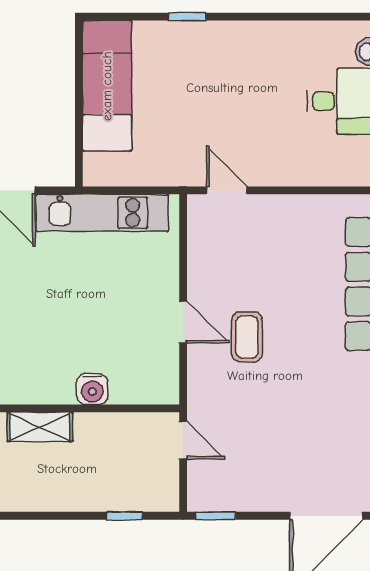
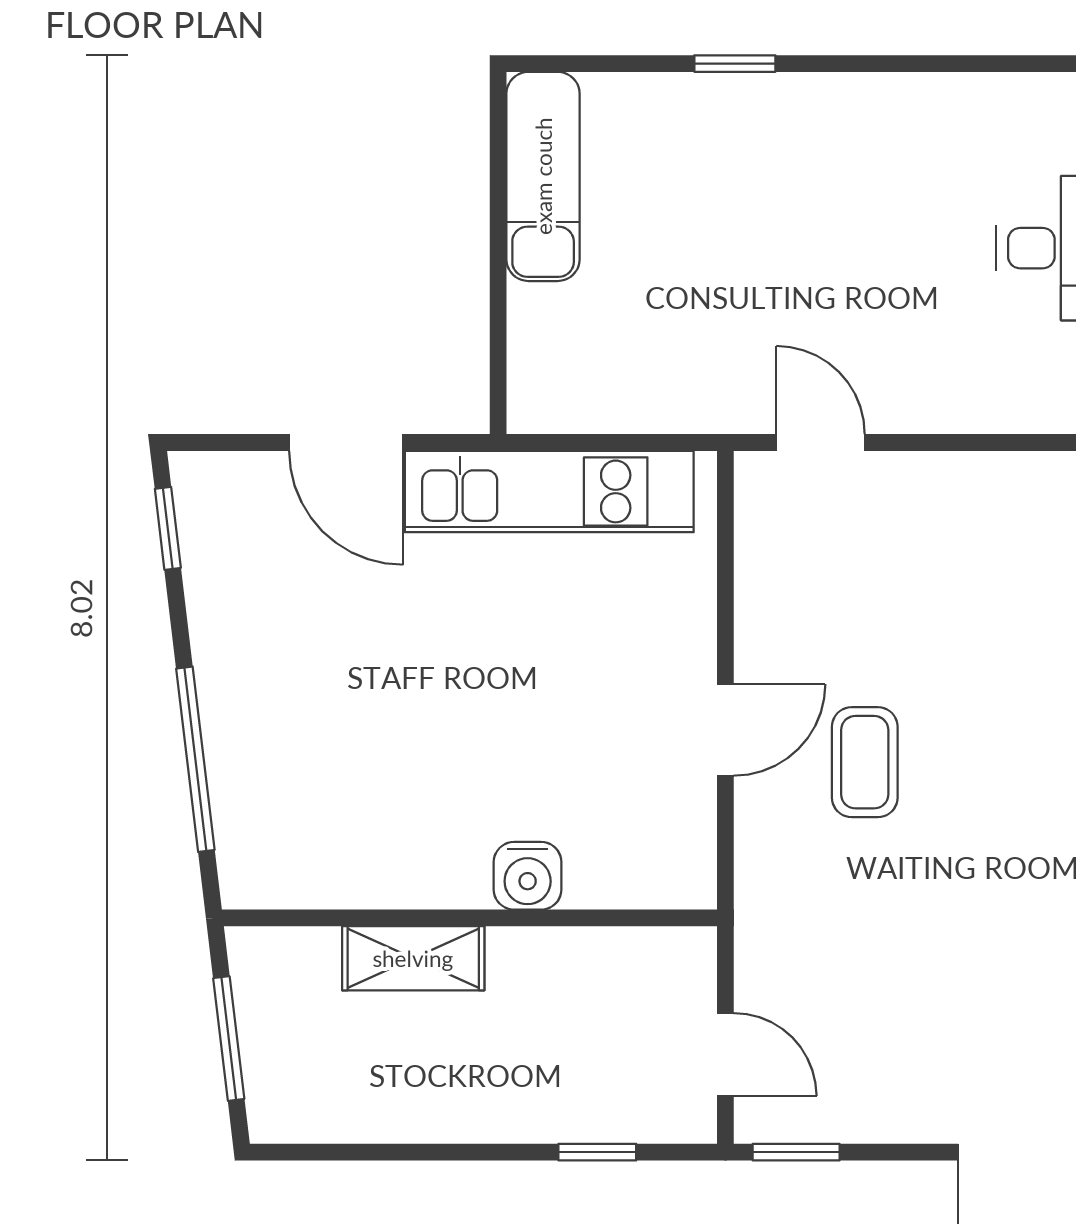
exam couch: (107, 86) -> (543, 176), width x0.73, depth x0.69
door: (183, 322) -> (725, 730), hinge flipped
door: (183, 440) -> (725, 1054), moved

